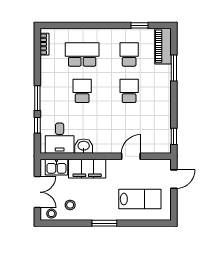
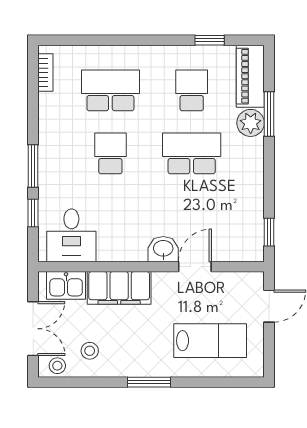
plant: (163, 73) -> (251, 123), added
school desk: (129, 91) -> (192, 153), width x1.85
washbasin: (84, 146) -> (163, 249), moved

